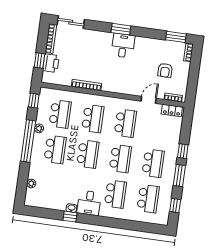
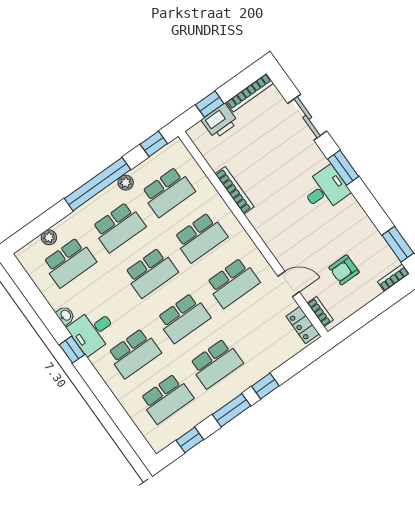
sliding door: (71, 22) -> (307, 117), moved
school desk: (50, 185) -> (69, 262), added
window: (70, 217) -> (72, 350), moved

